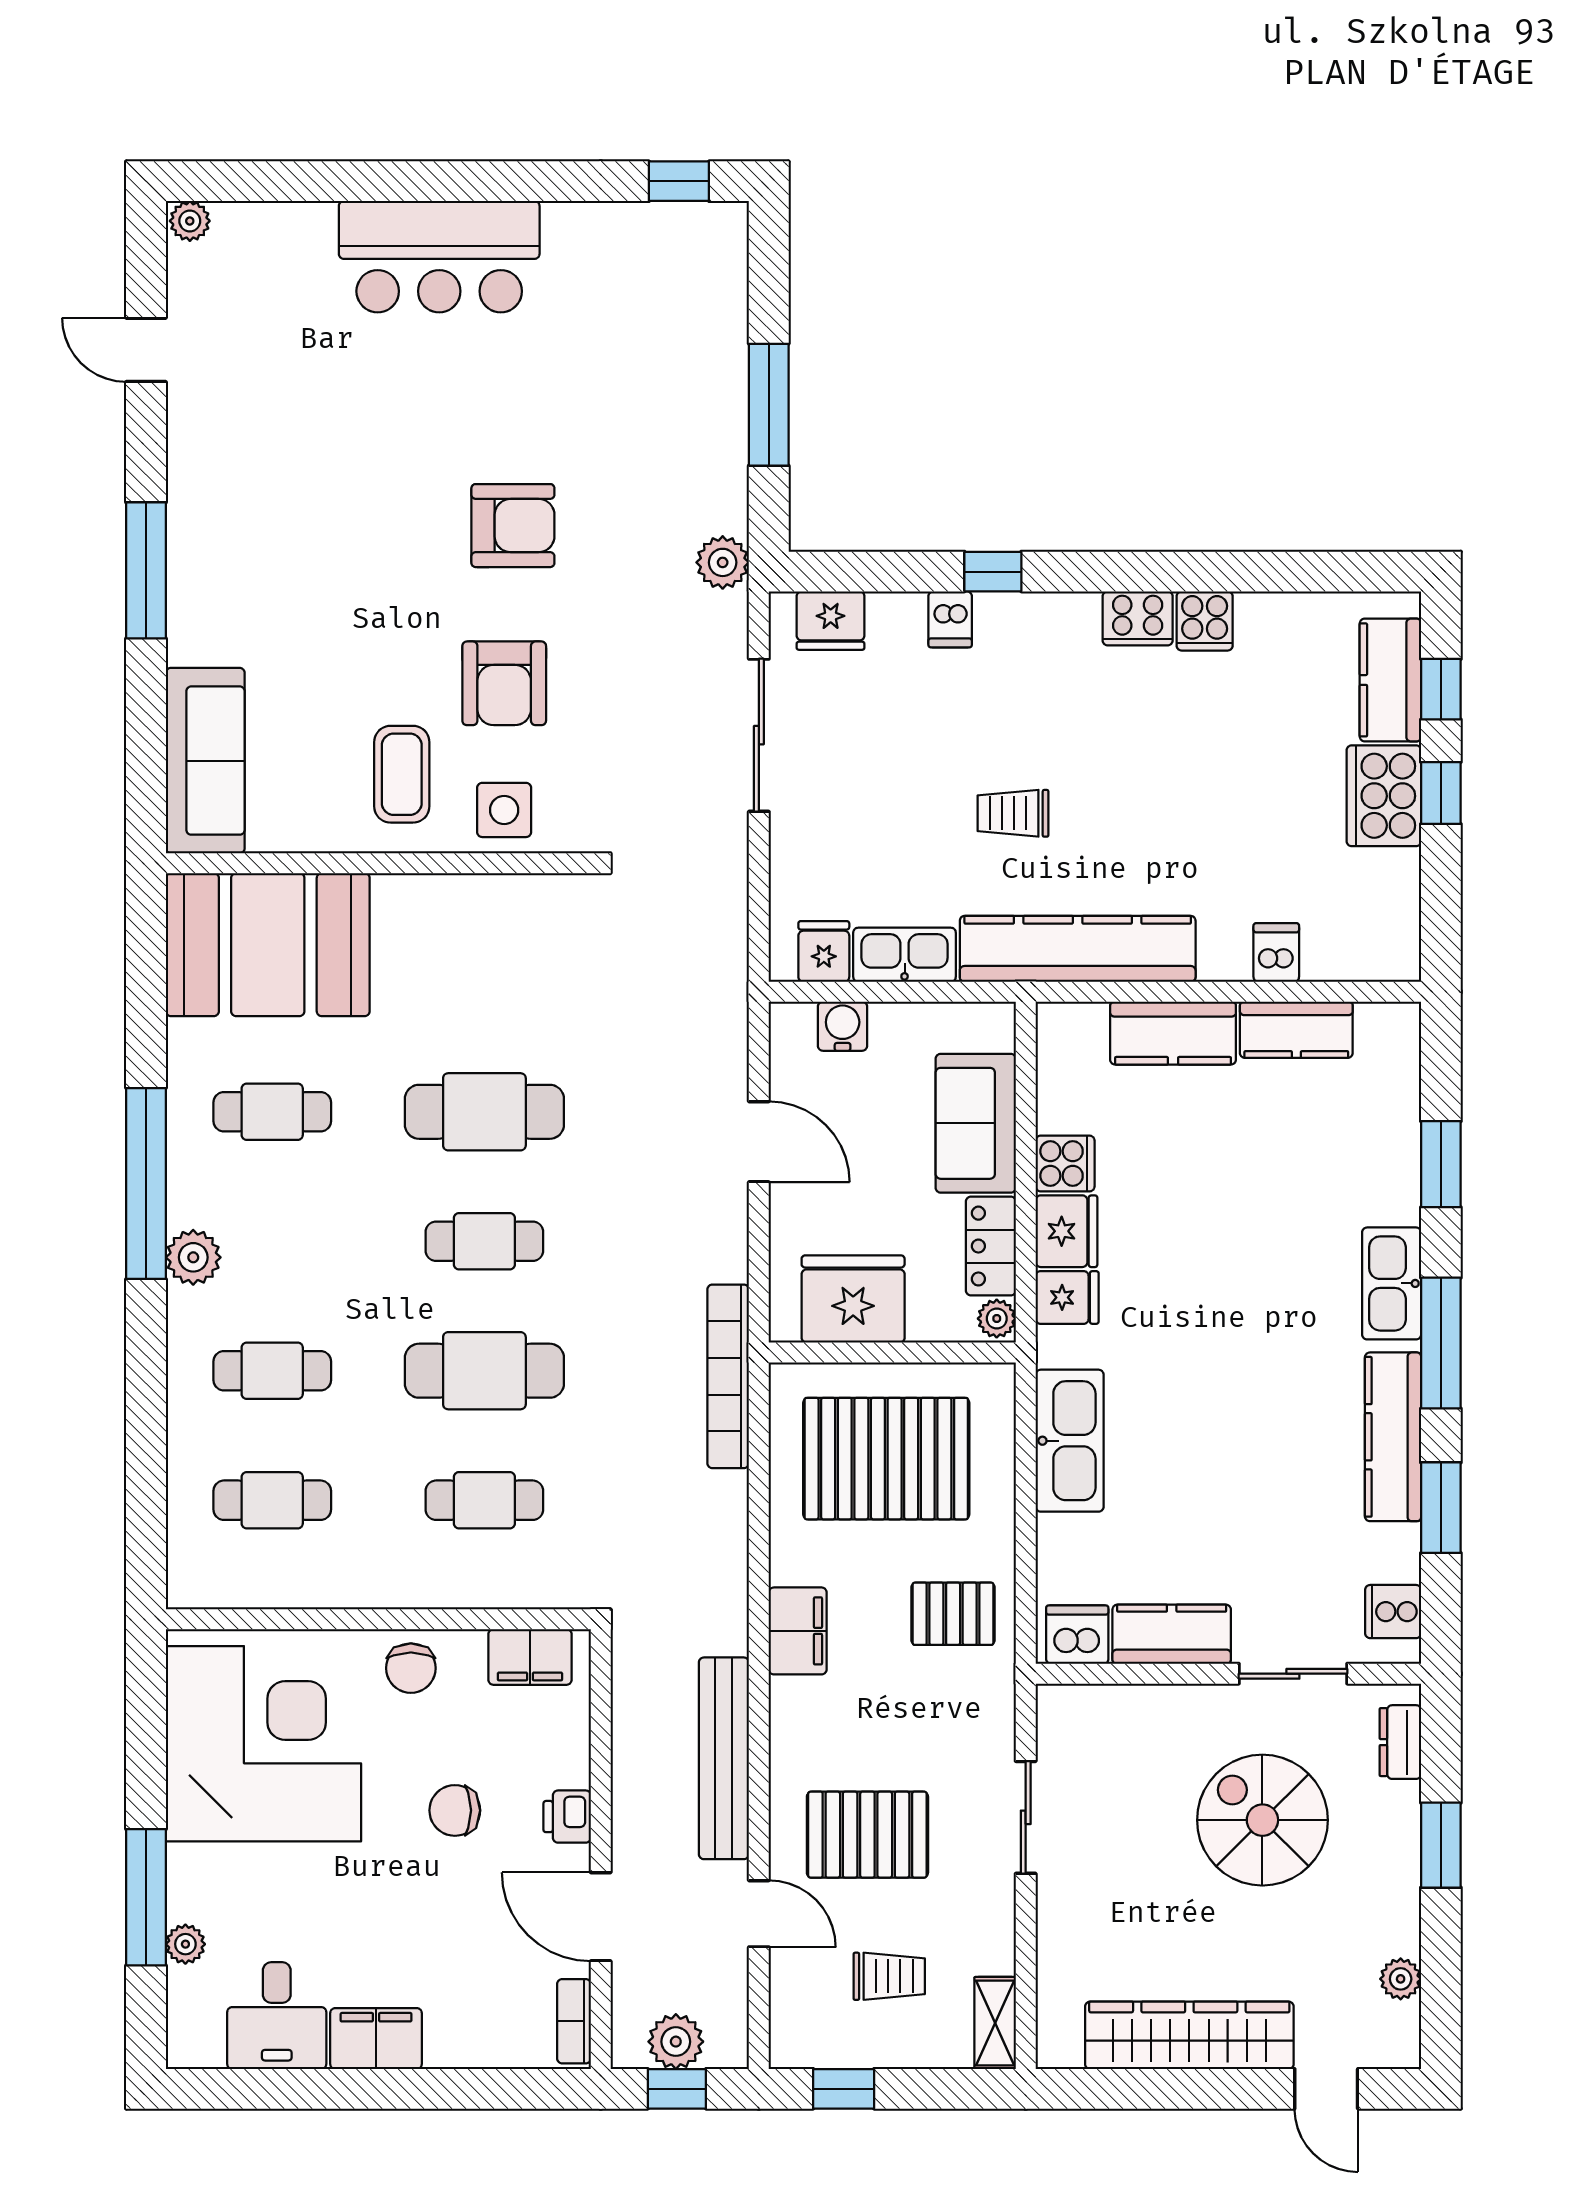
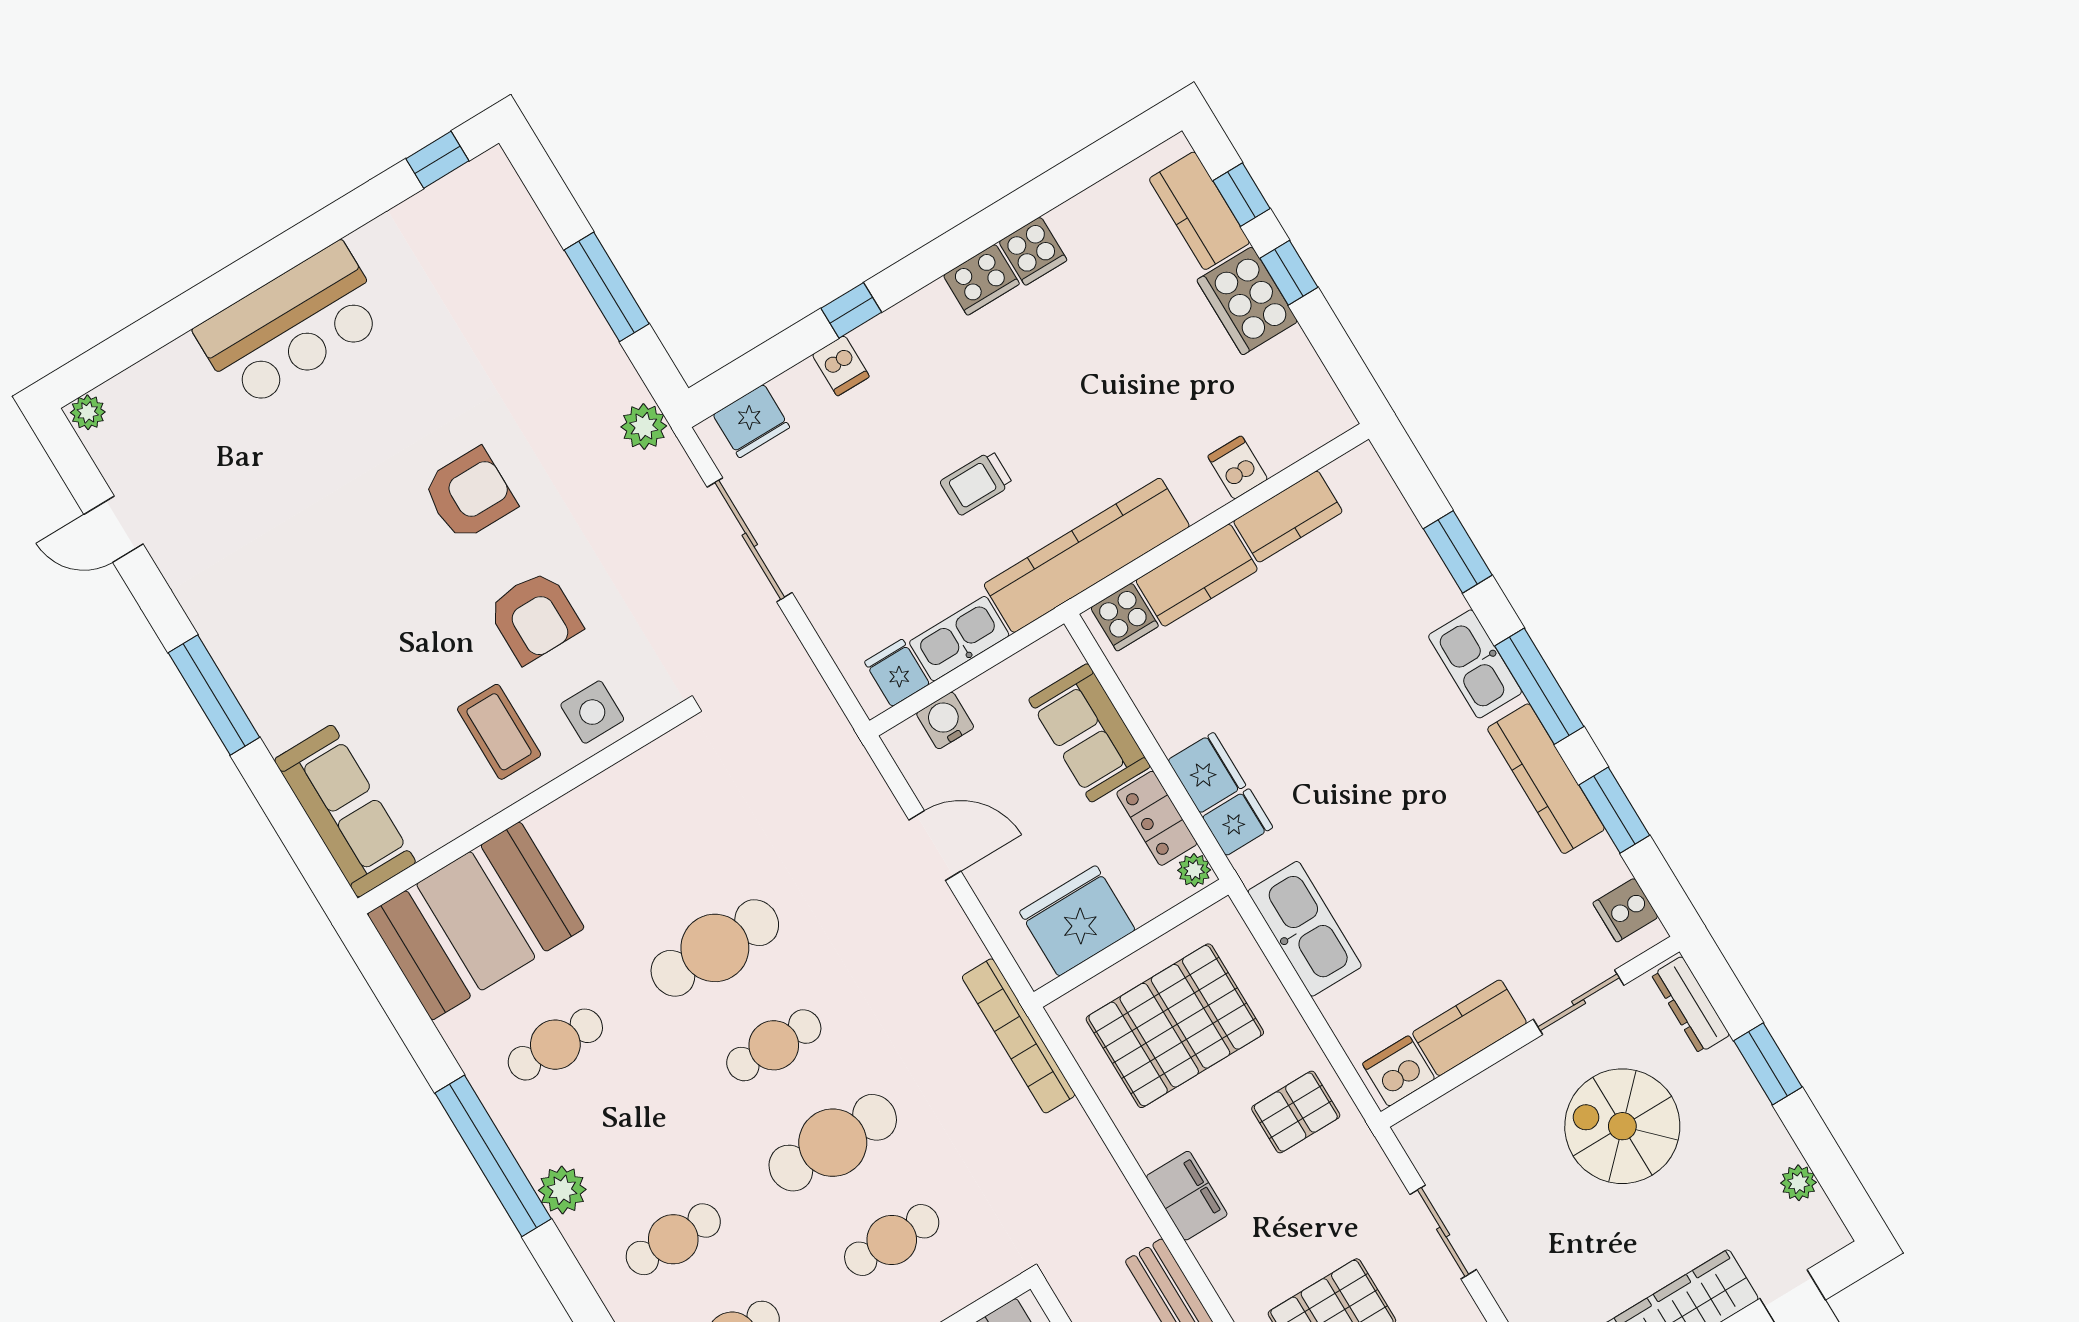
cooker: (1065, 1163) -> (1124, 617), moved, turned 90
dresser: (1400, 1742) -> (1690, 1005), width x1.44

